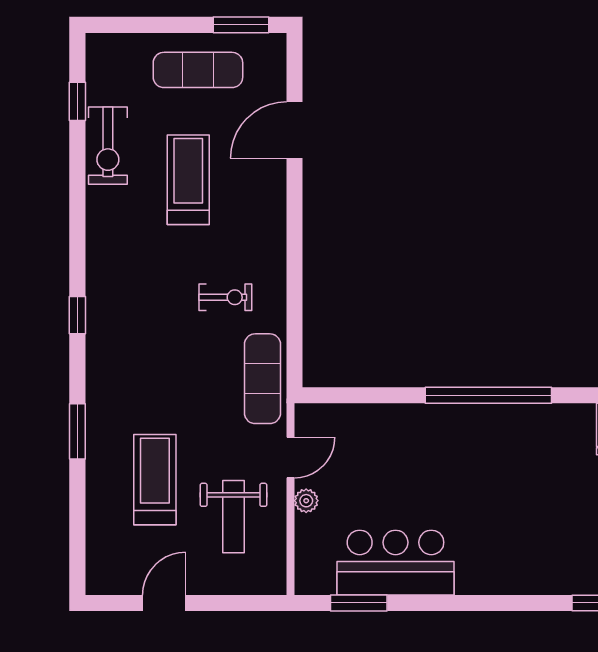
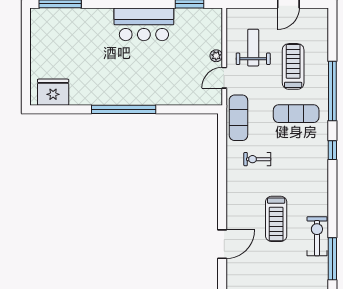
exercise mat: (198, 70) -> (296, 114), moved
window: (77, 101) -> (332, 259), width x2.17
window: (77, 431) -> (332, 91), width x2.11
treadmill: (155, 480) -> (293, 66), turned 180
bar counter: (395, 563) -> (144, 24), moved

